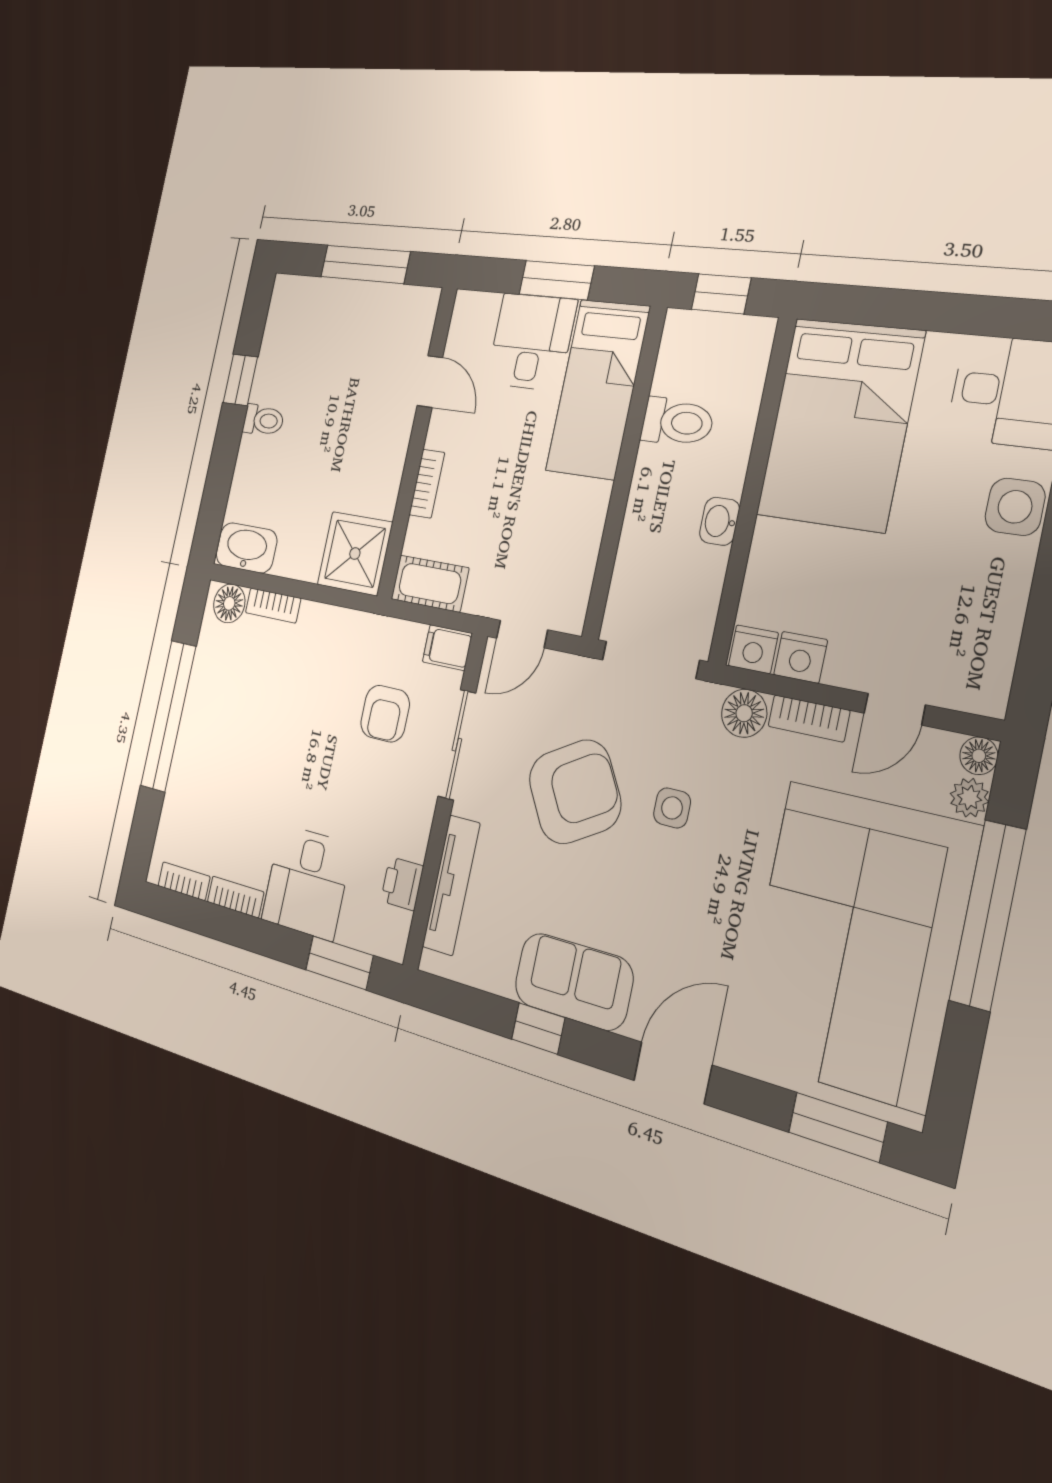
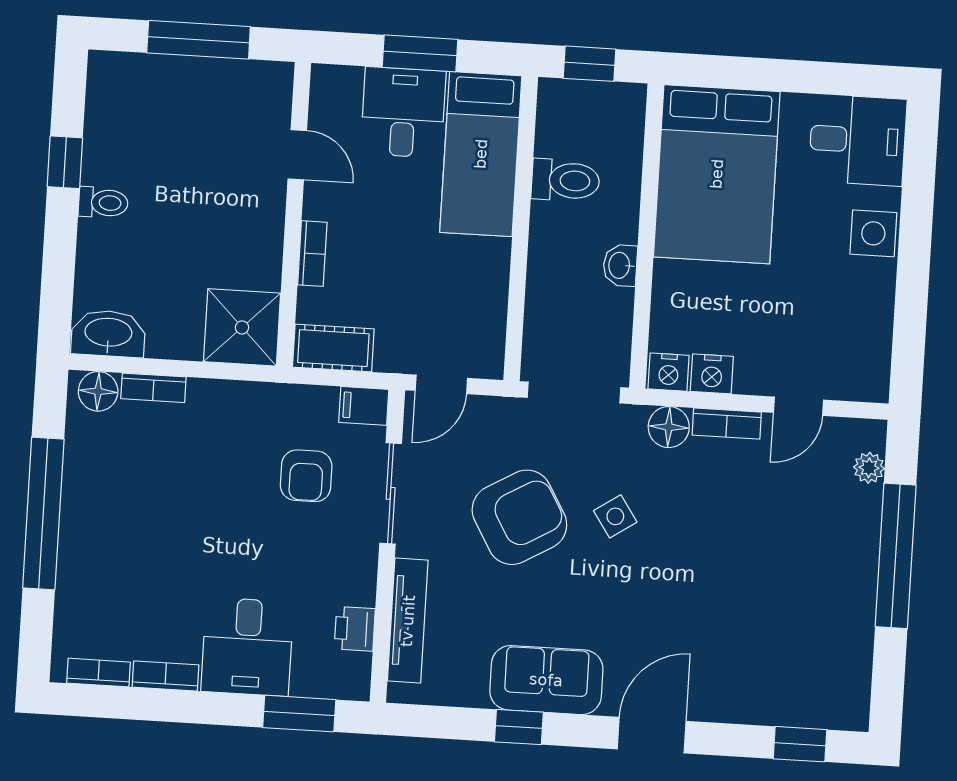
floor lamp: (979, 756) -> (872, 434), removed
side table: (672, 808) -> (615, 516), turned -34
corner sofa: (856, 944) -> (794, 598), removed
window: (838, 1127) -> (800, 744), width x0.67

